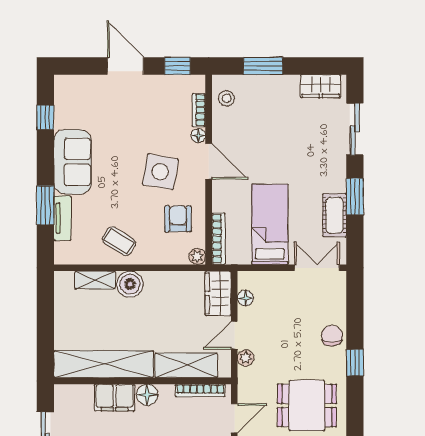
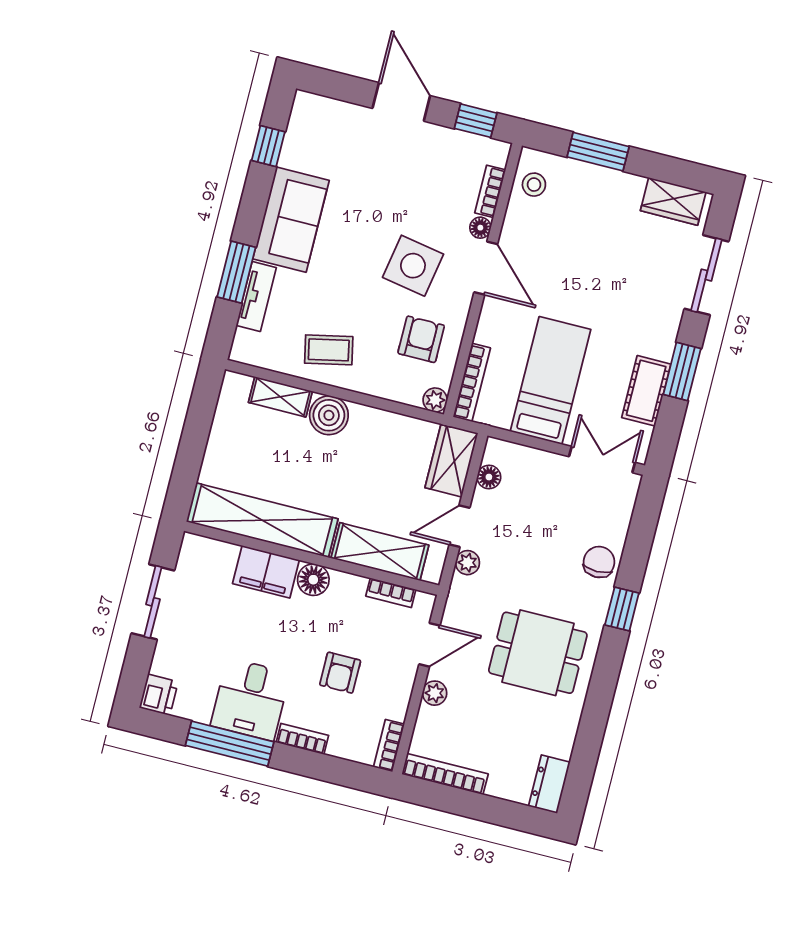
coffee table: (119, 241) -> (329, 350), turned -44
bookcase: (200, 391) -> (391, 593), width x0.64

